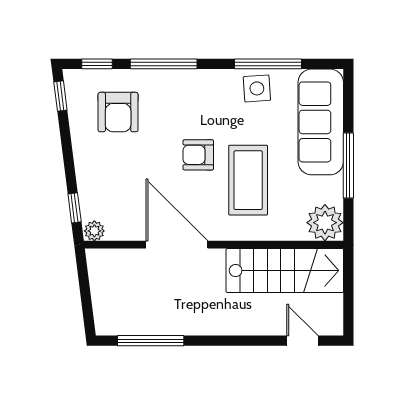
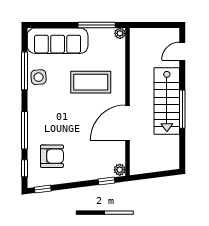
armchair: (198, 155) -> (76, 111), removed
window: (348, 165) -> (97, 25), moved
plant: (325, 223) -> (120, 33), width x0.53, depth x0.53
stairs: (285, 271) -> (167, 101), moved, turned 180
window: (151, 341) -> (182, 109), moved

